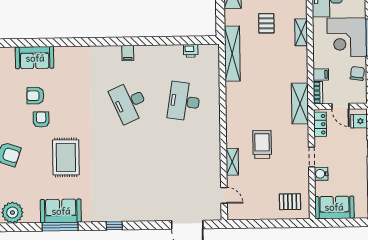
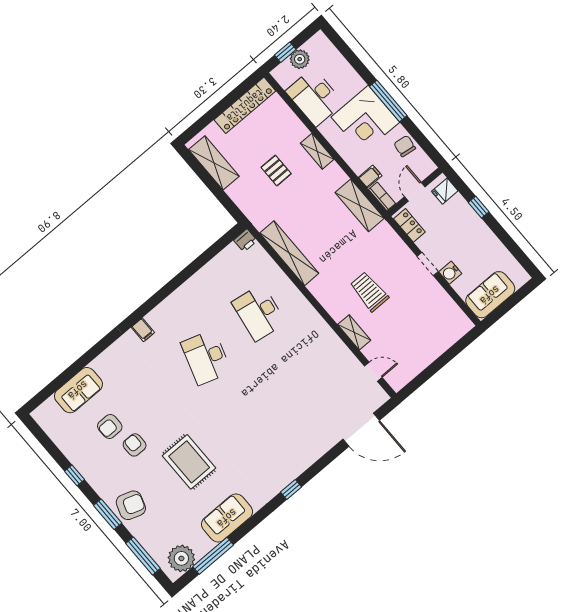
printer: (191, 51) -> (245, 240), moved
filing cabinet: (128, 53) -> (143, 330), moved
shelving: (232, 54) -> (289, 253), moved
desk: (129, 102) -> (206, 357), turned 42
shelving: (300, 103) -> (360, 205), moved
door: (340, 106) -> (415, 192), swing flipped
pallet: (290, 202) -> (442, 325), removed
window: (60, 227) -> (213, 556), moved

